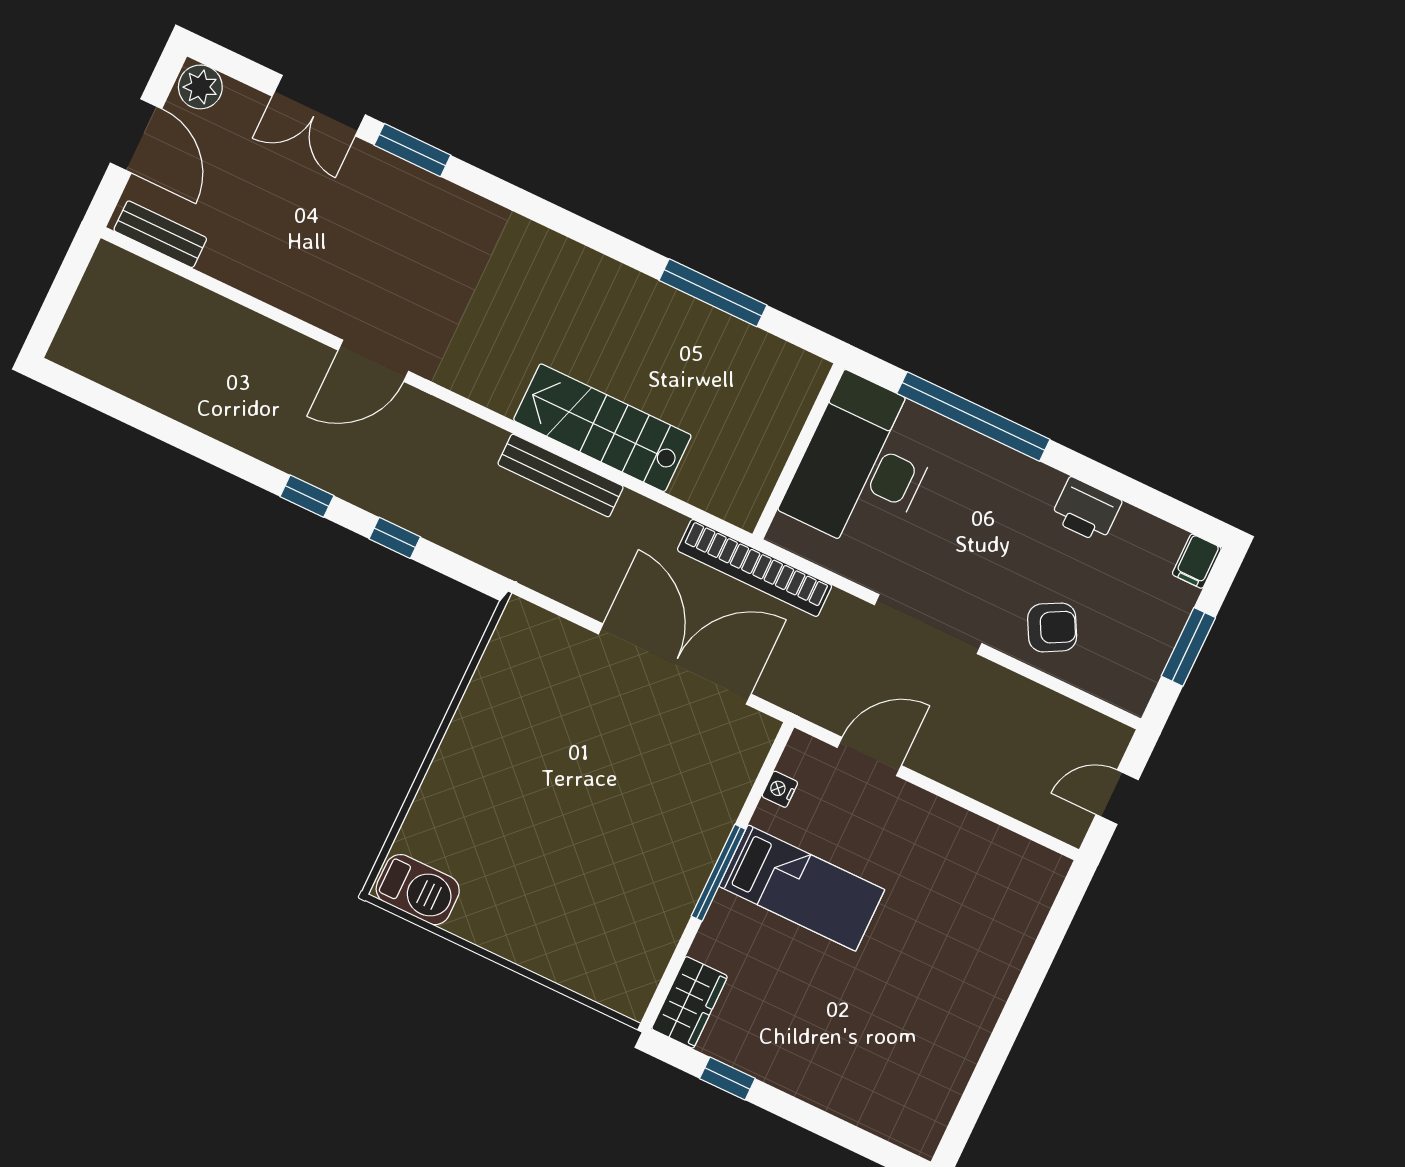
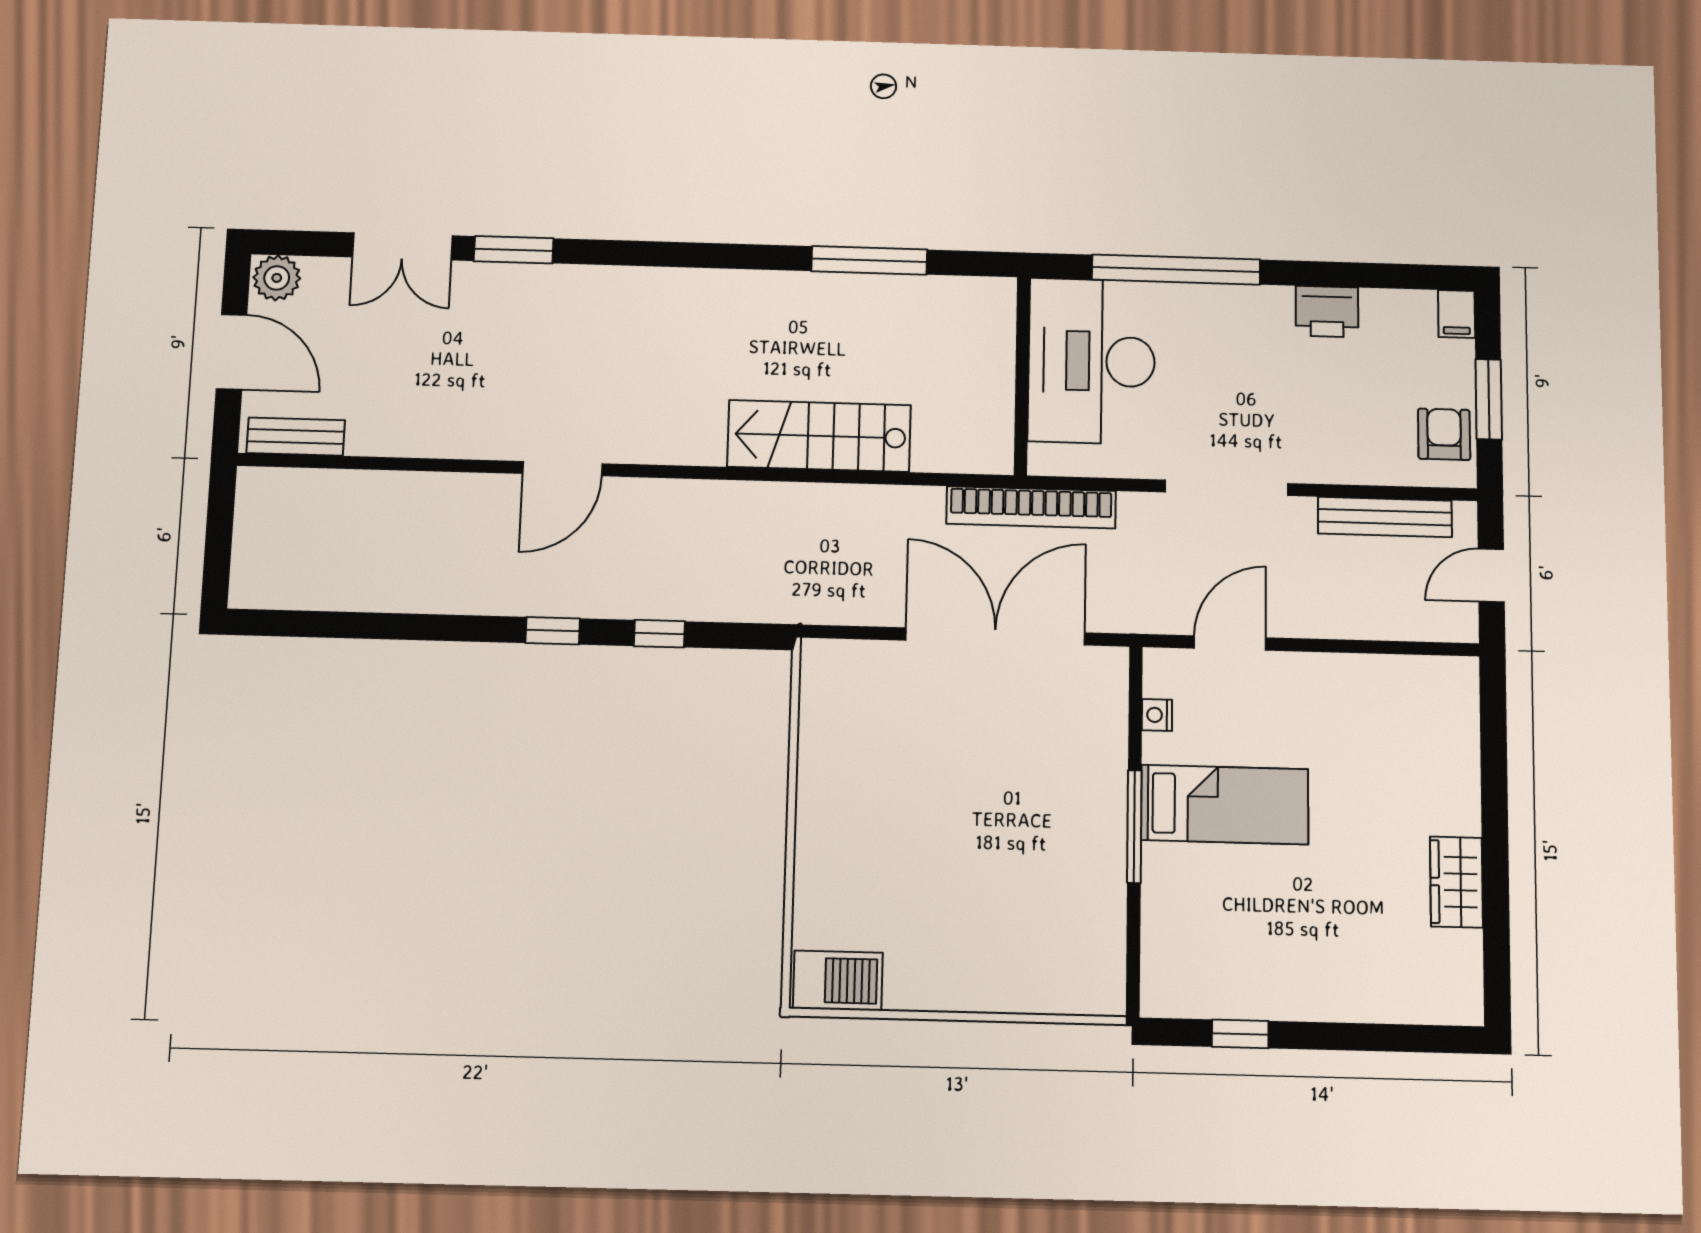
bench: (561, 475) -> (1385, 517), moved
armchair: (1052, 627) -> (1444, 434), moved, turned -62
wardrobe: (690, 1002) -> (1456, 882), moved, turned 180

